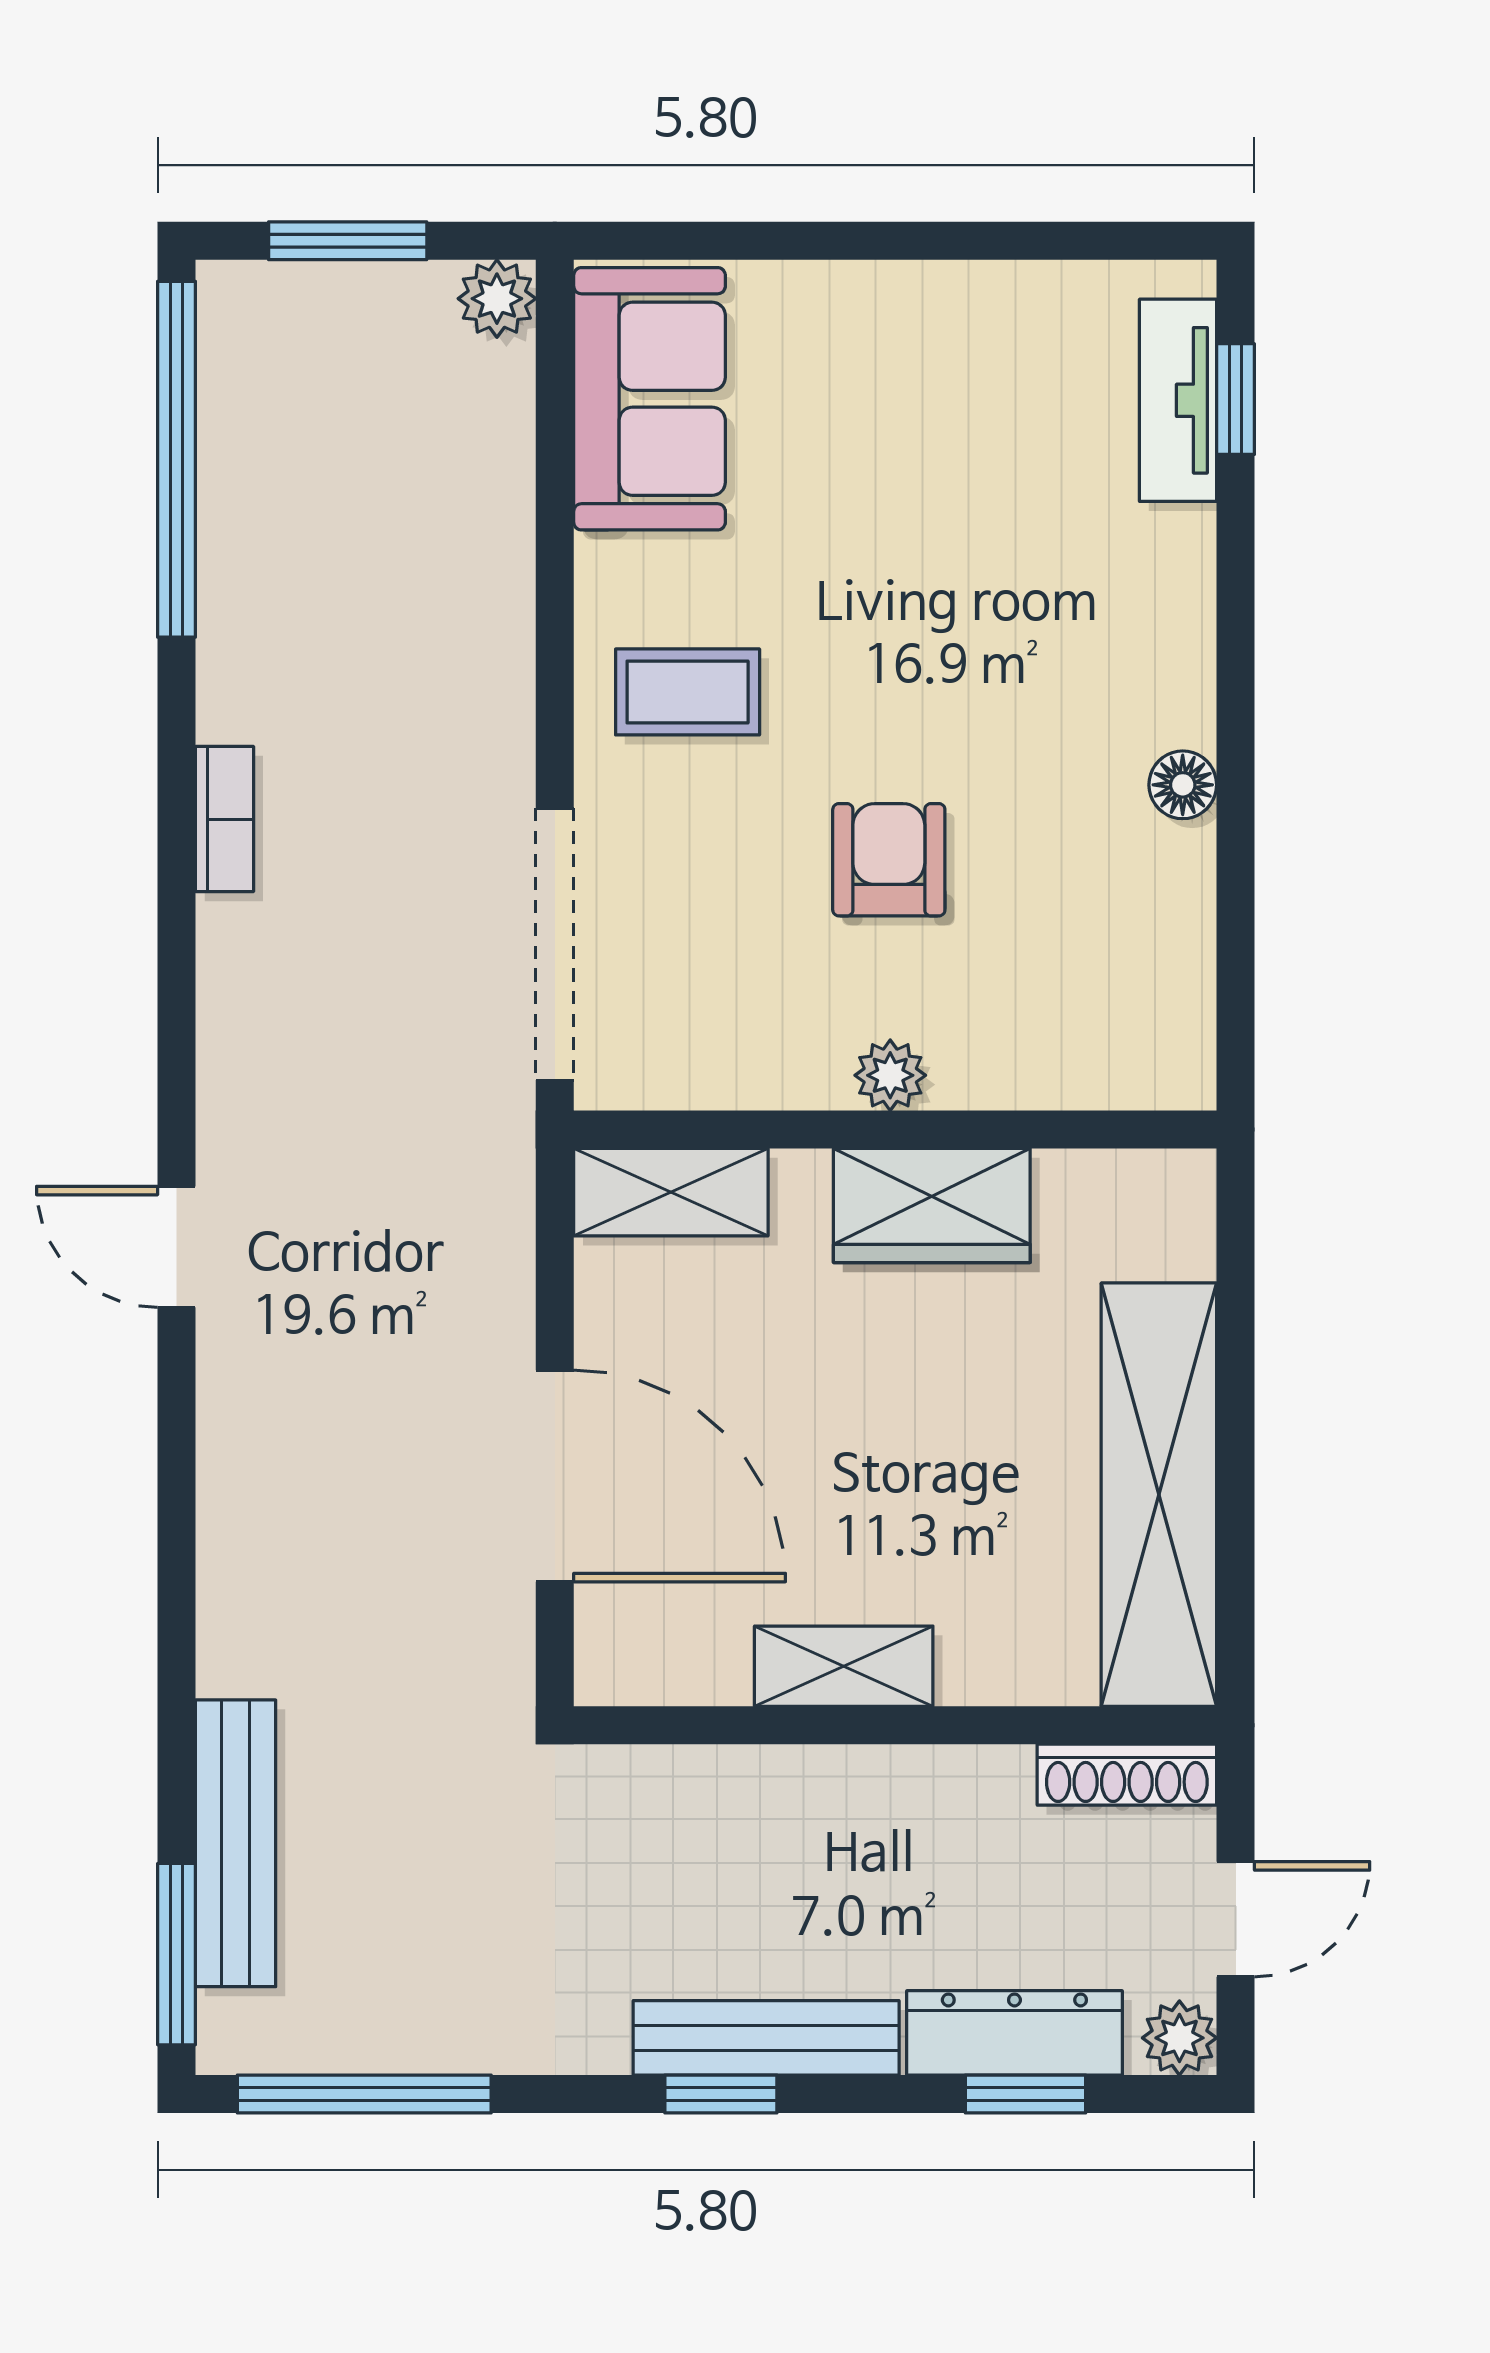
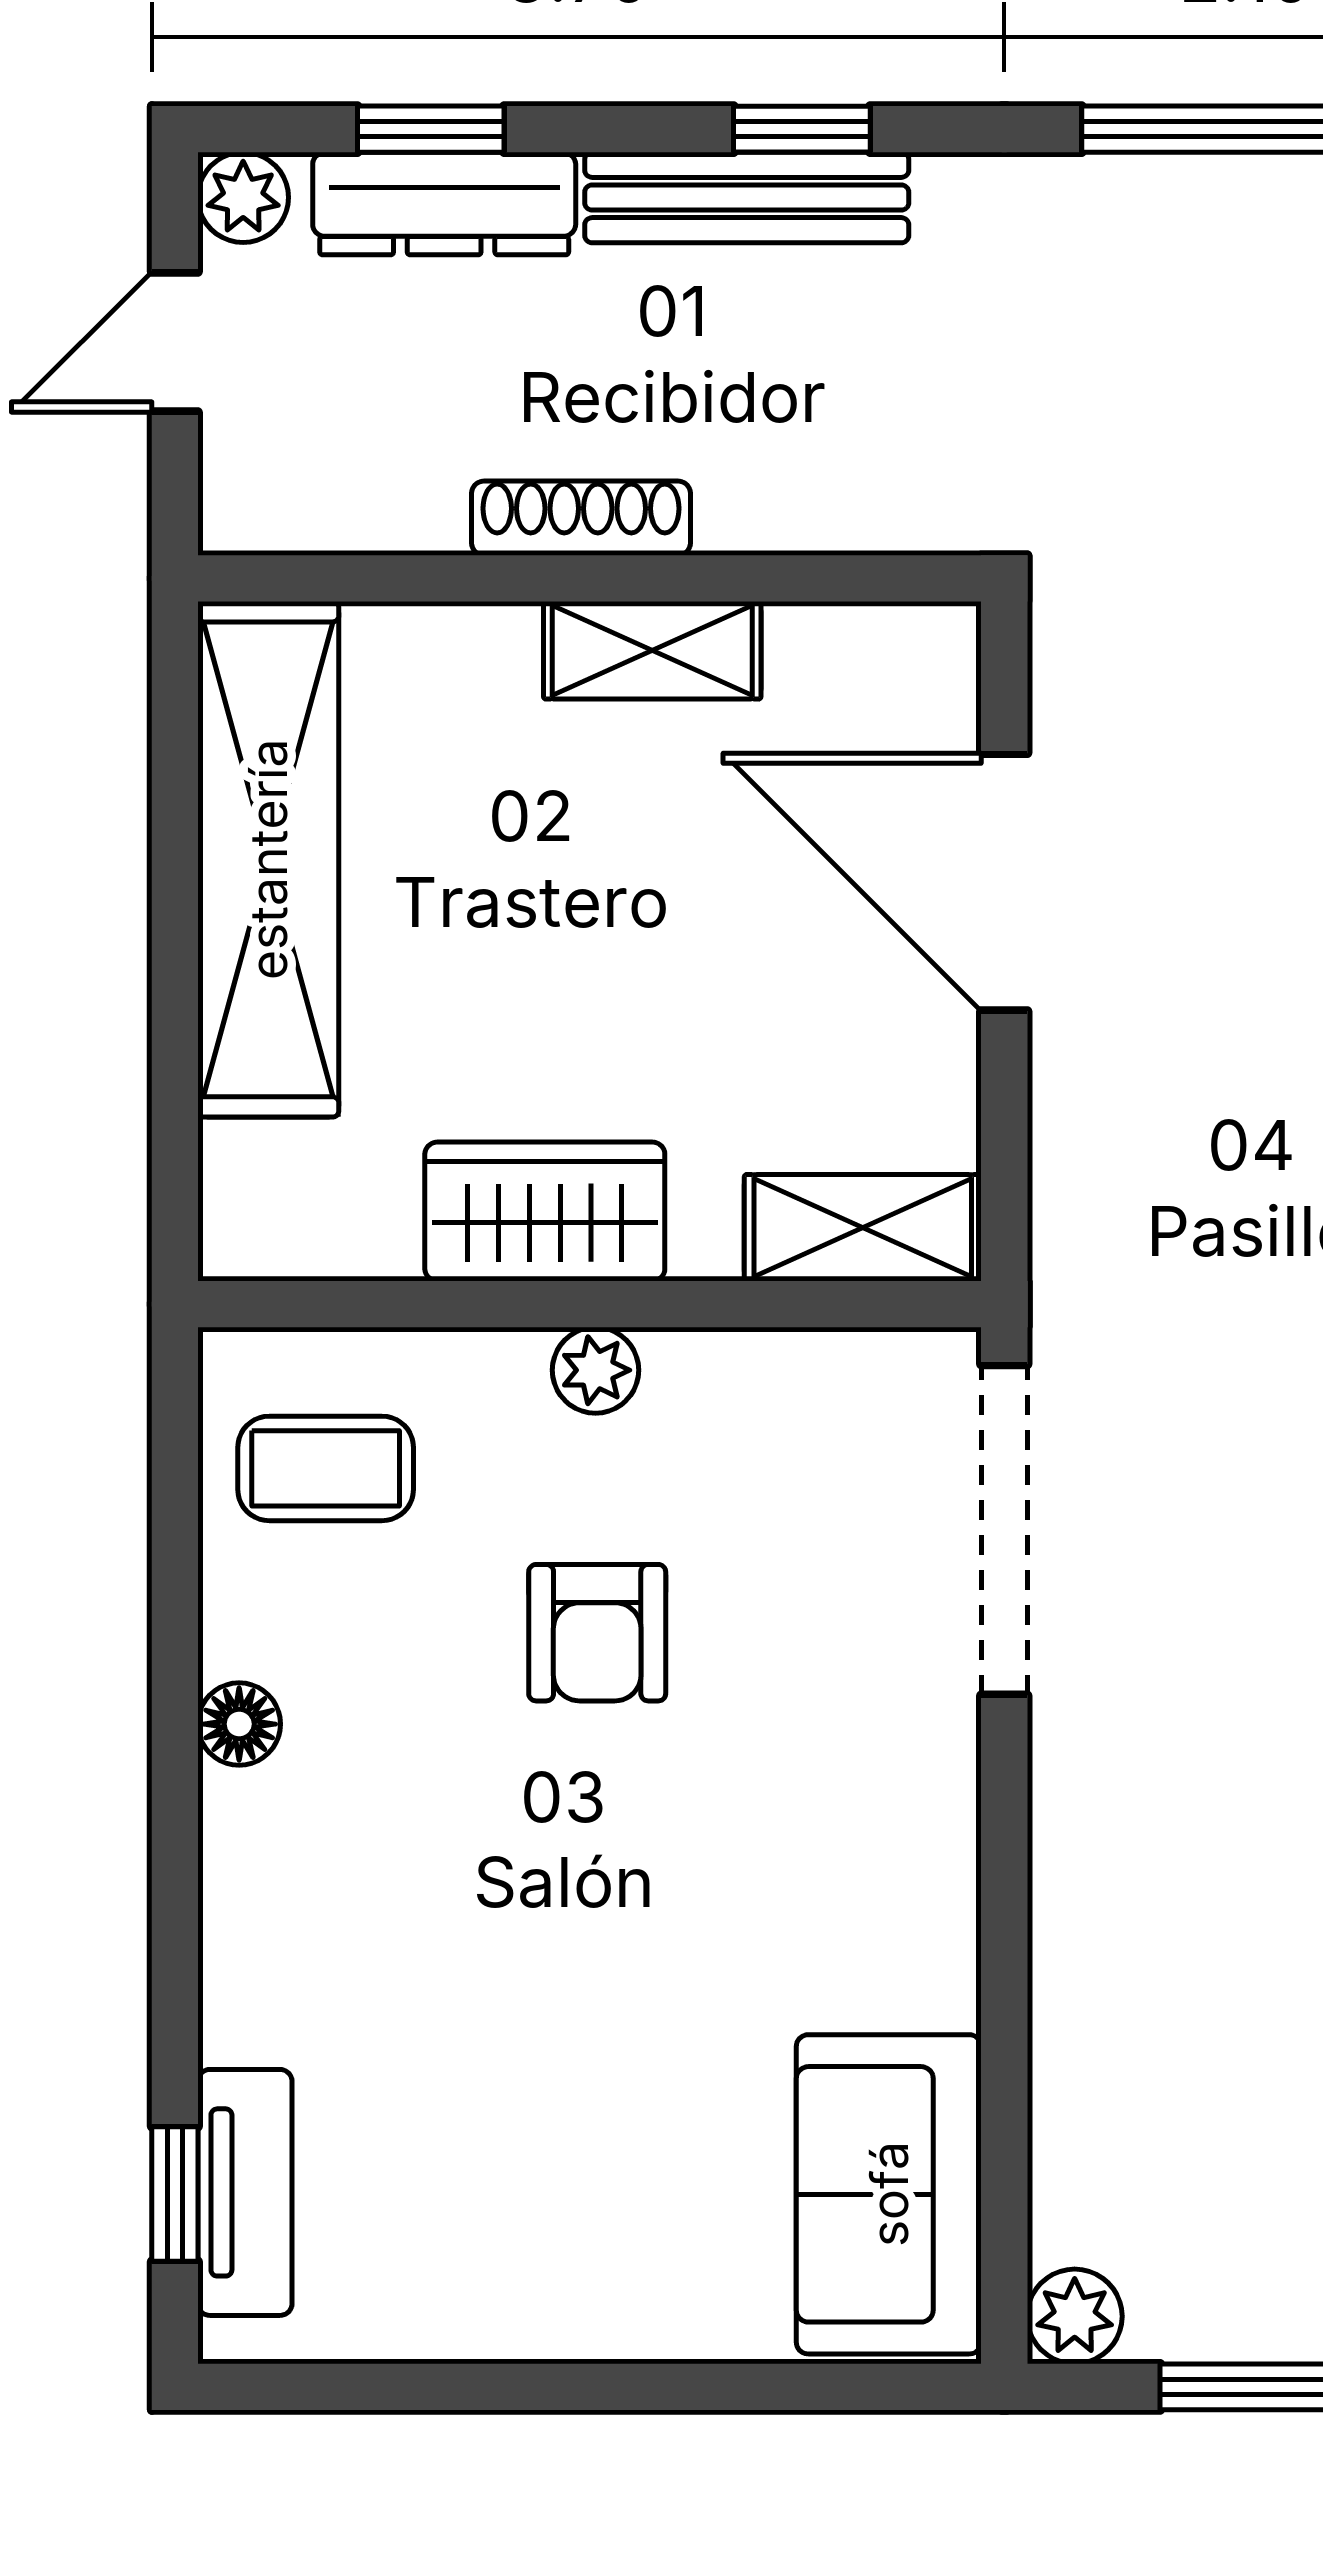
coffee table: (688, 692) -> (326, 1468), moved
shoe rack: (1127, 1775) -> (581, 518), moved

